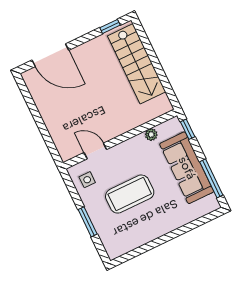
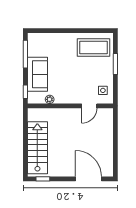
door: (95, 151) -> (89, 106), hinge flipped
sofa: (187, 168) -> (37, 74), width x0.73
coffee table: (130, 194) -> (94, 47), moved

